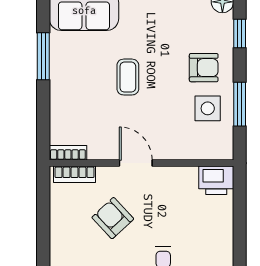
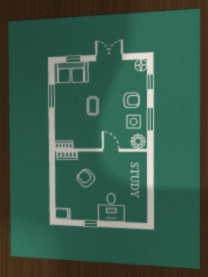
plant: (216, 146) -> (138, 141), added
door: (136, 163) -> (111, 150), moved
printer: (216, 180) -> (138, 159), removed

